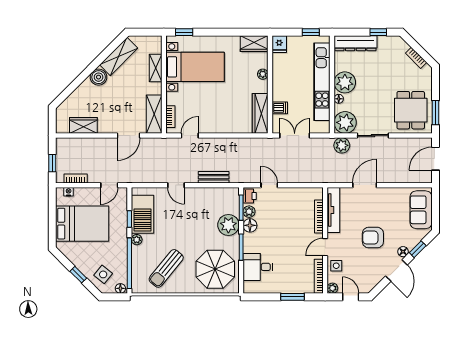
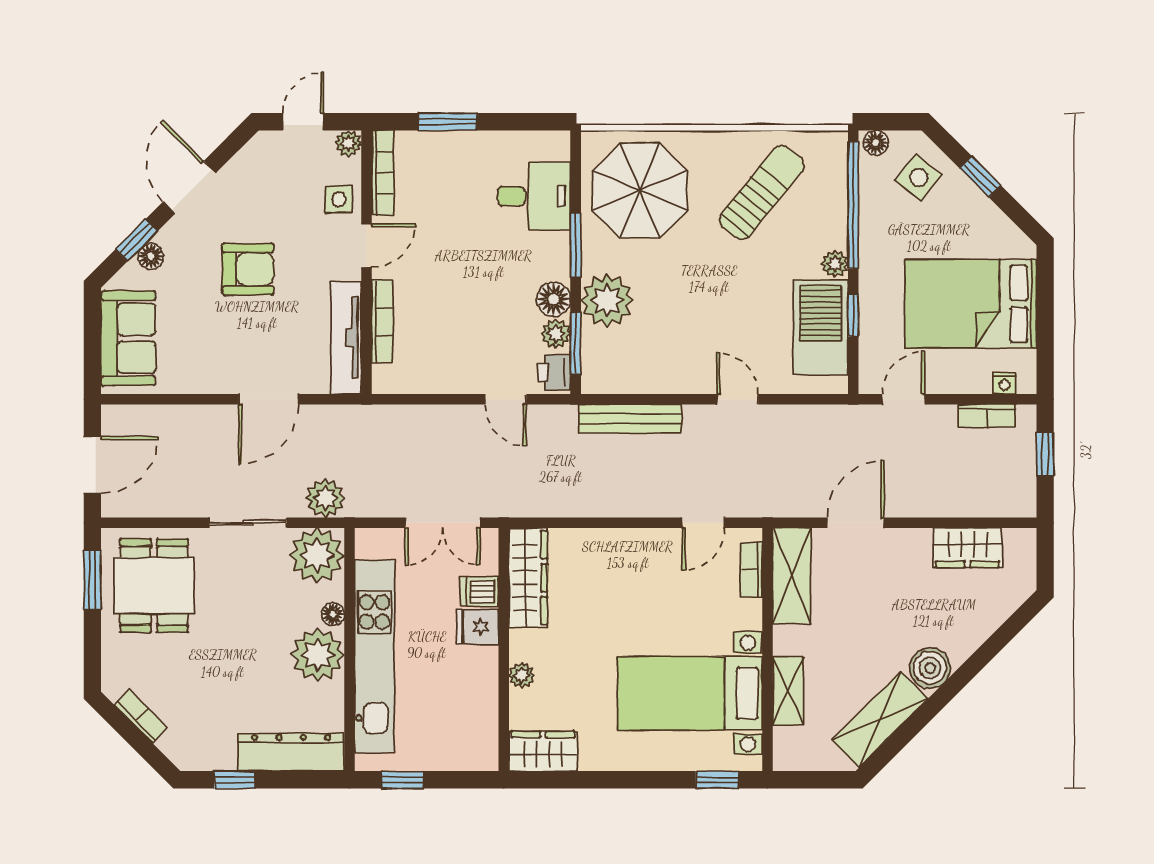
fridge: (279, 44) -> (477, 627), moved, turned -90
bench: (214, 177) -> (630, 419), width x1.36
floor lamp: (403, 252) -> (151, 256), moved
door: (351, 297) -> (303, 122), swing flipped

